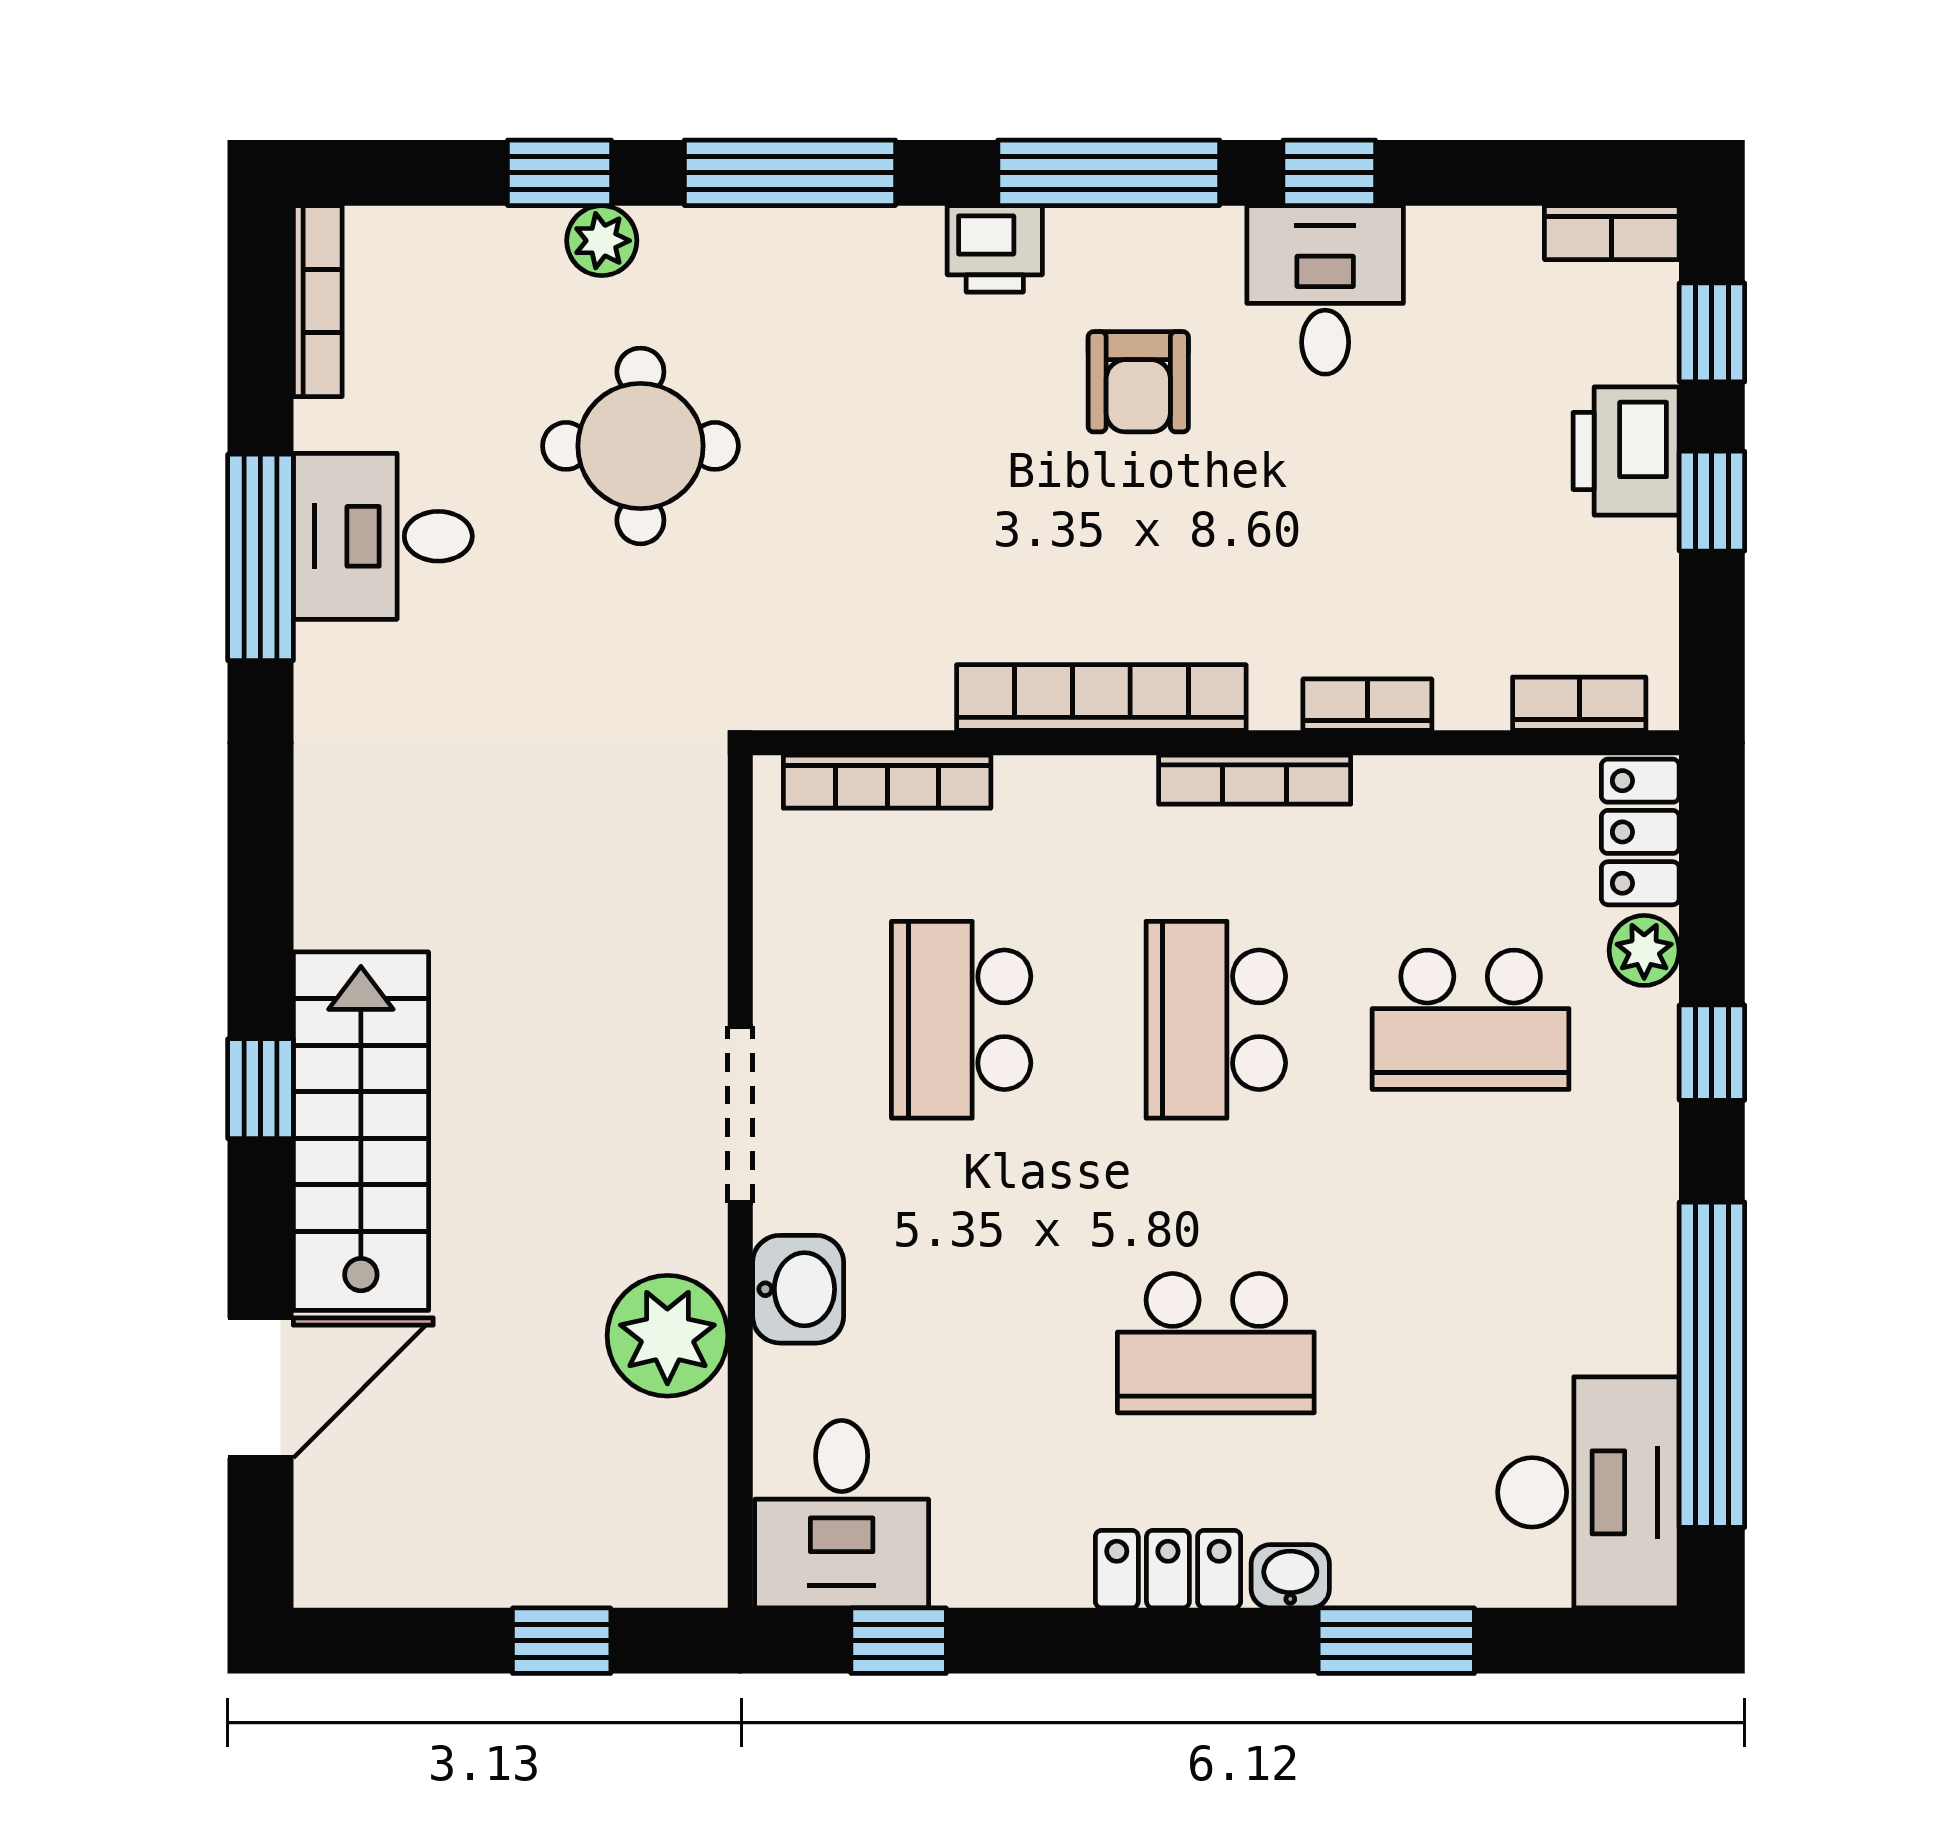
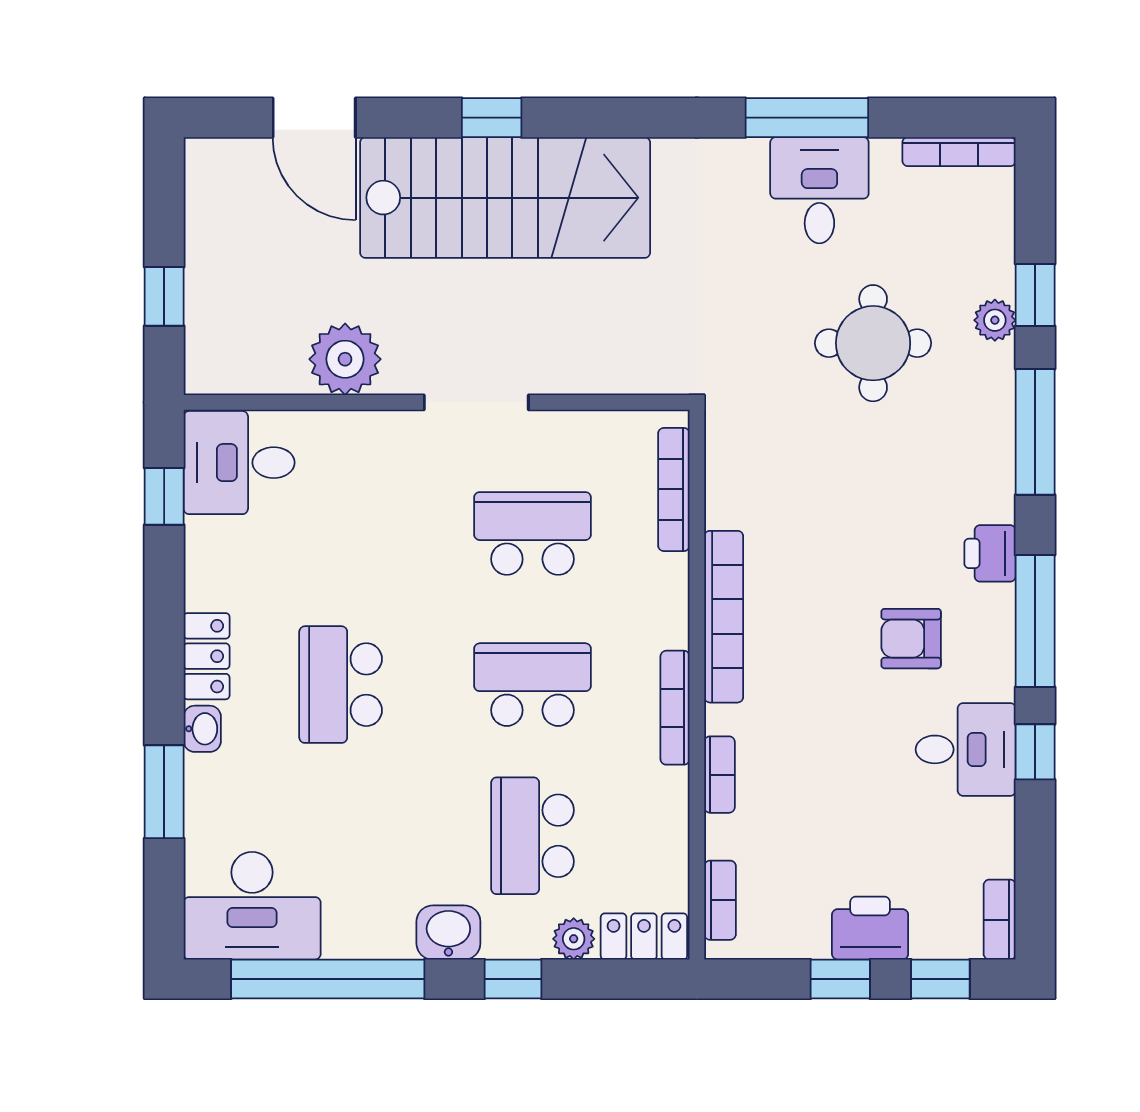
stairs: (361, 1131) -> (505, 198), width x1.36, depth x1.51
washbasin: (798, 1289) -> (448, 933), moved, turned 180

